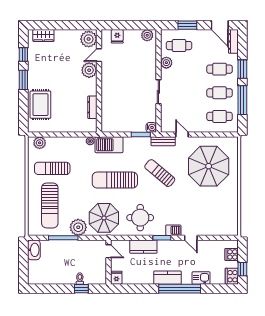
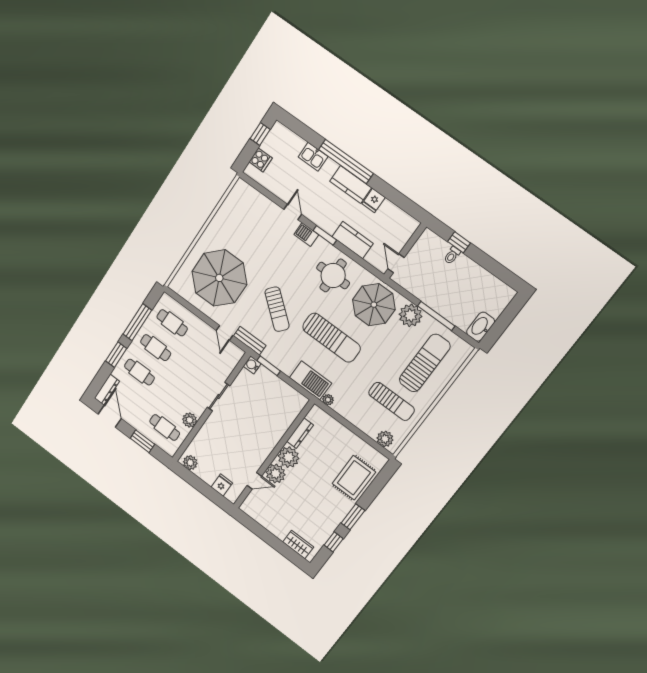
plant: (89, 39) -> (289, 457), moved
cooker: (232, 276) -> (277, 134), removed
fridge: (116, 278) -> (374, 201), moved

